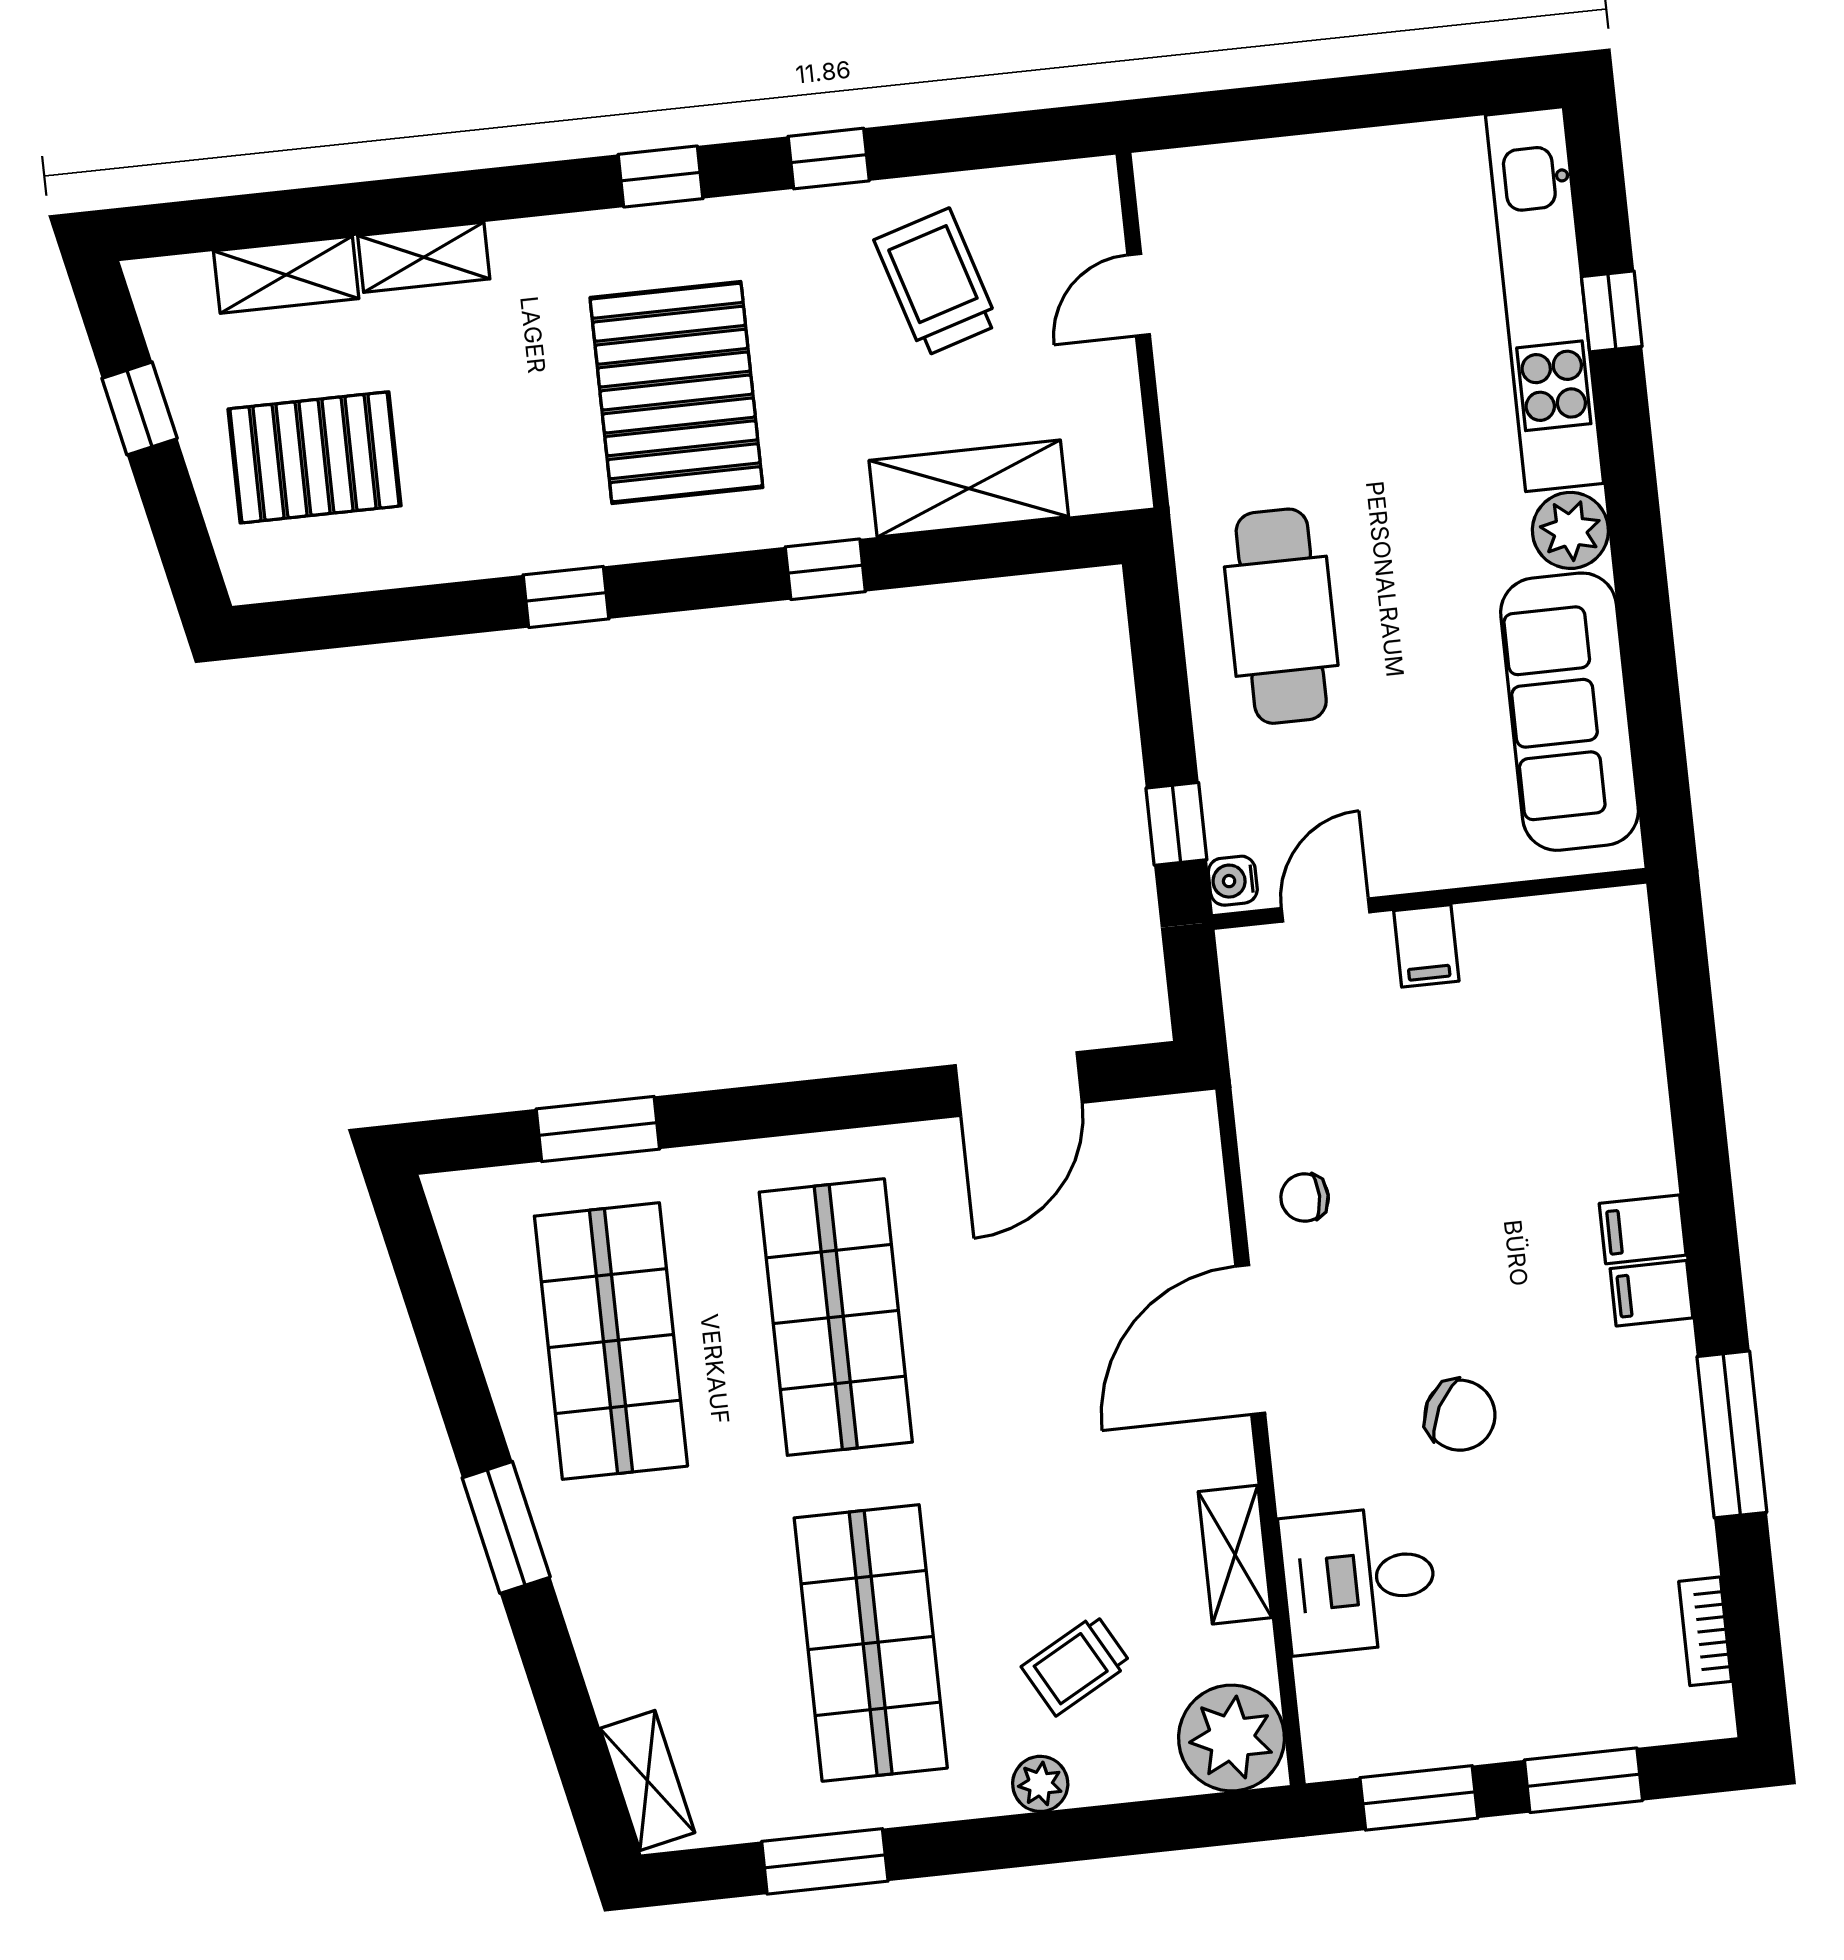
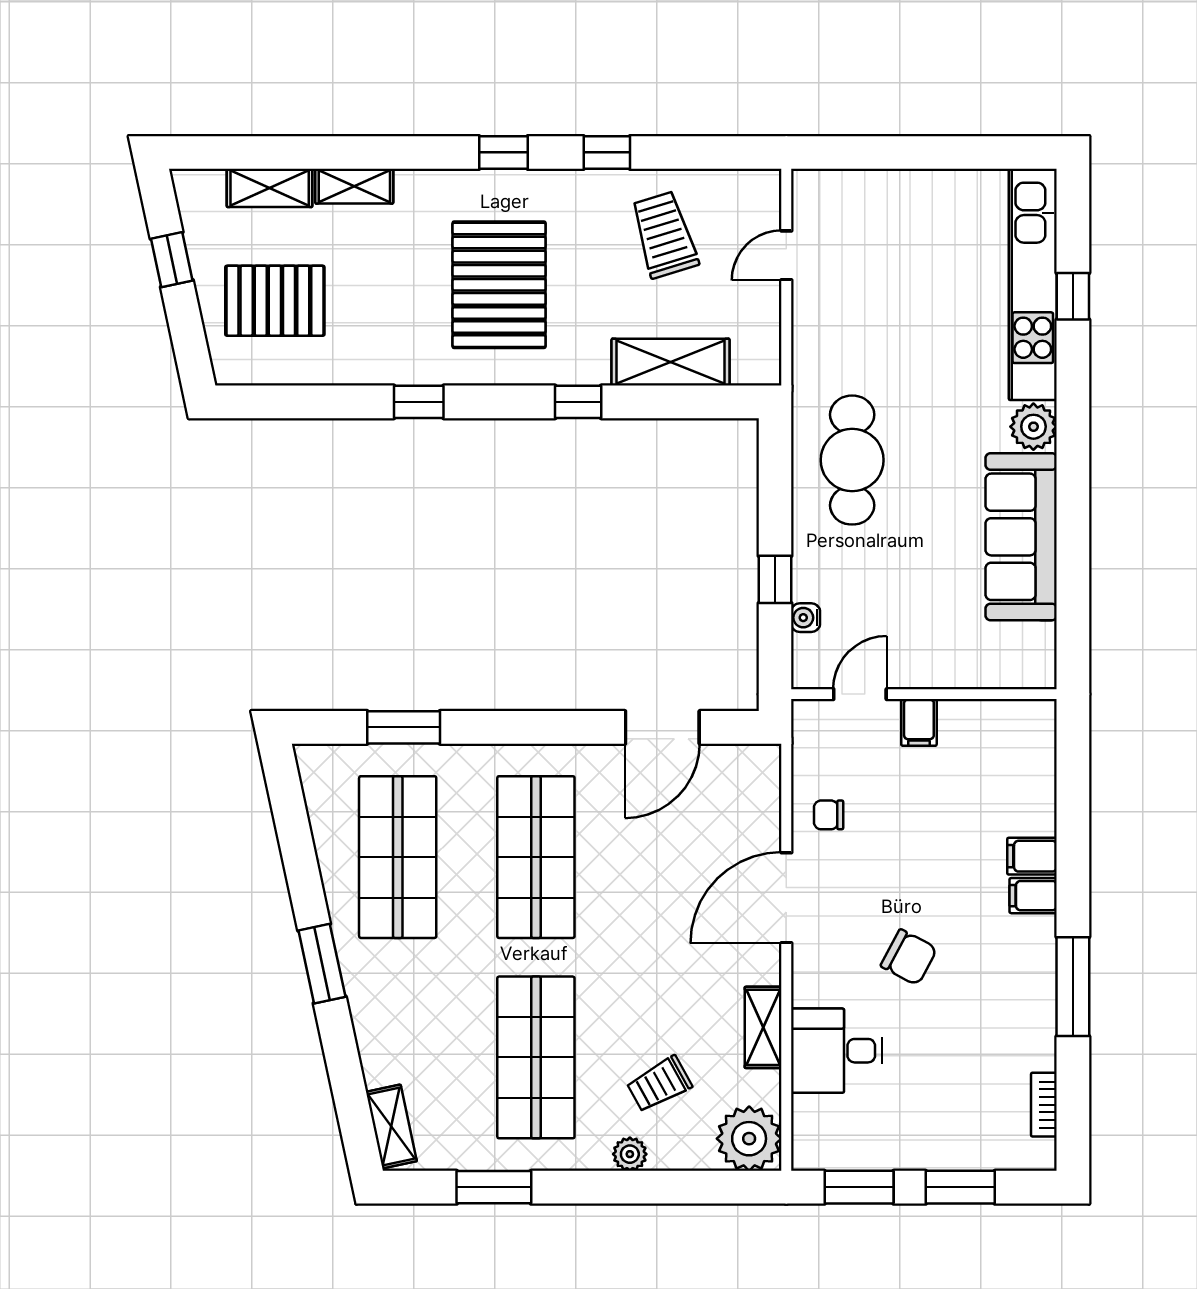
wall: (1430, 899) -> (924, 694), moved
door: (1325, 910) -> (860, 694), moved
filing cabinet: (1426, 946) -> (919, 722), moved

